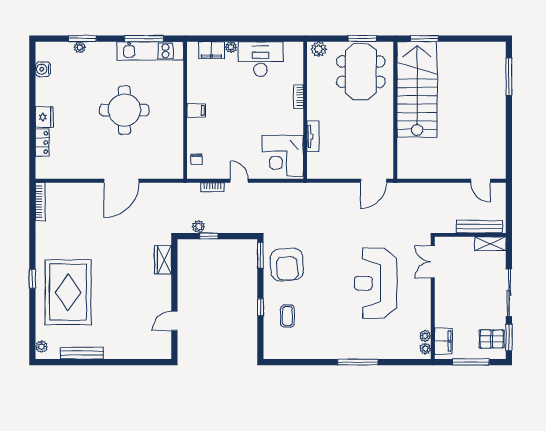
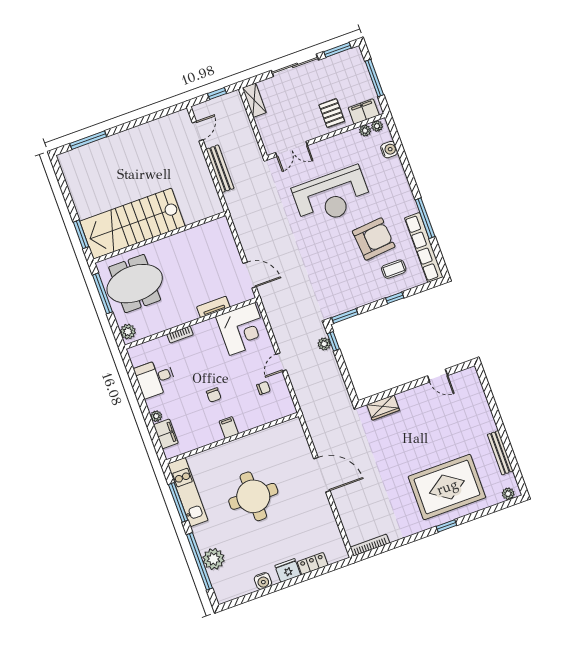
window: (82, 39) -> (199, 561), width x2.11
window: (362, 39) -> (102, 293), width x1.44
plant: (80, 47) -> (214, 559), width x1.87, depth x1.87
desk: (260, 59) -> (155, 378), width x0.73
water cooler: (43, 69) -> (263, 581), moved
chair: (231, 107) -> (214, 395), added
chair: (196, 159) -> (263, 388), moved
door: (374, 181) -> (250, 275), moved
bookcase: (212, 187) -> (297, 386), removed
window: (509, 211) -> (217, 94), added
plant: (199, 227) -> (324, 344), moved
bench: (479, 227) -> (220, 169), moved
window: (209, 236) -> (333, 341), moved
armchair: (287, 265) -> (374, 239), moved
pallet: (492, 339) -> (332, 113), moved
row of seats: (297, 351) -> (424, 247), added
water cooler: (400, 352) -> (389, 150), added
window: (358, 362) -> (425, 218), moved

